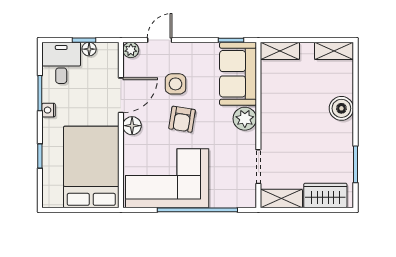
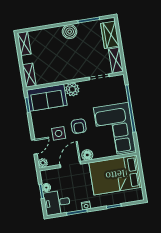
door: (160, 40) -> (34, 147), swing flipped
door: (121, 95) -> (70, 164), hinge flipped
boiler: (341, 108) -> (70, 32), moved
armchair: (182, 119) -> (79, 126), turned 81

